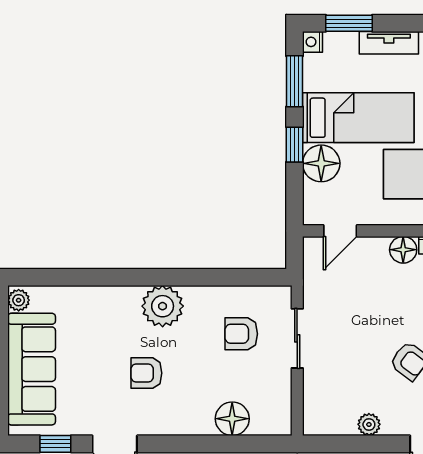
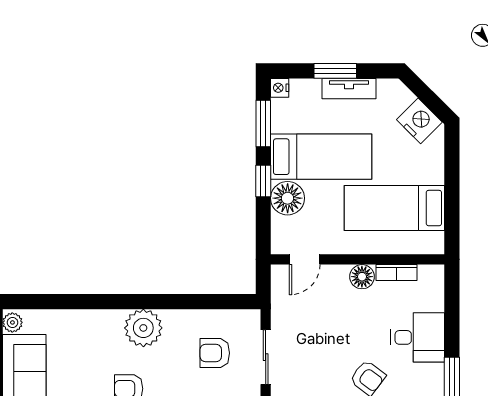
window: (349, 23) -> (335, 71), moved

